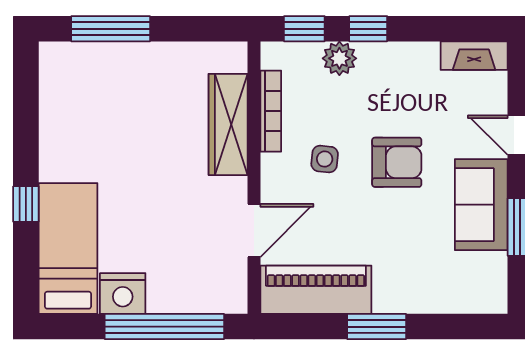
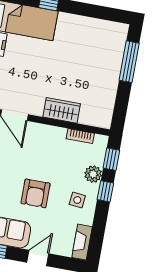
bookcase: (271, 111) -> (80, 136), width x0.64
wardrobe: (228, 124) -> (62, 110), width x0.67
side table: (325, 159) -> (77, 200), moved

